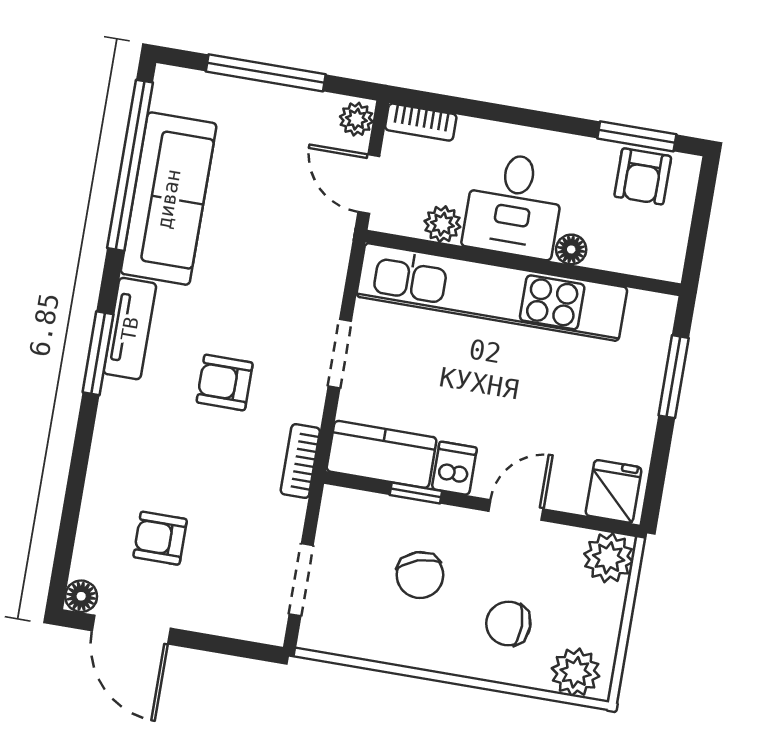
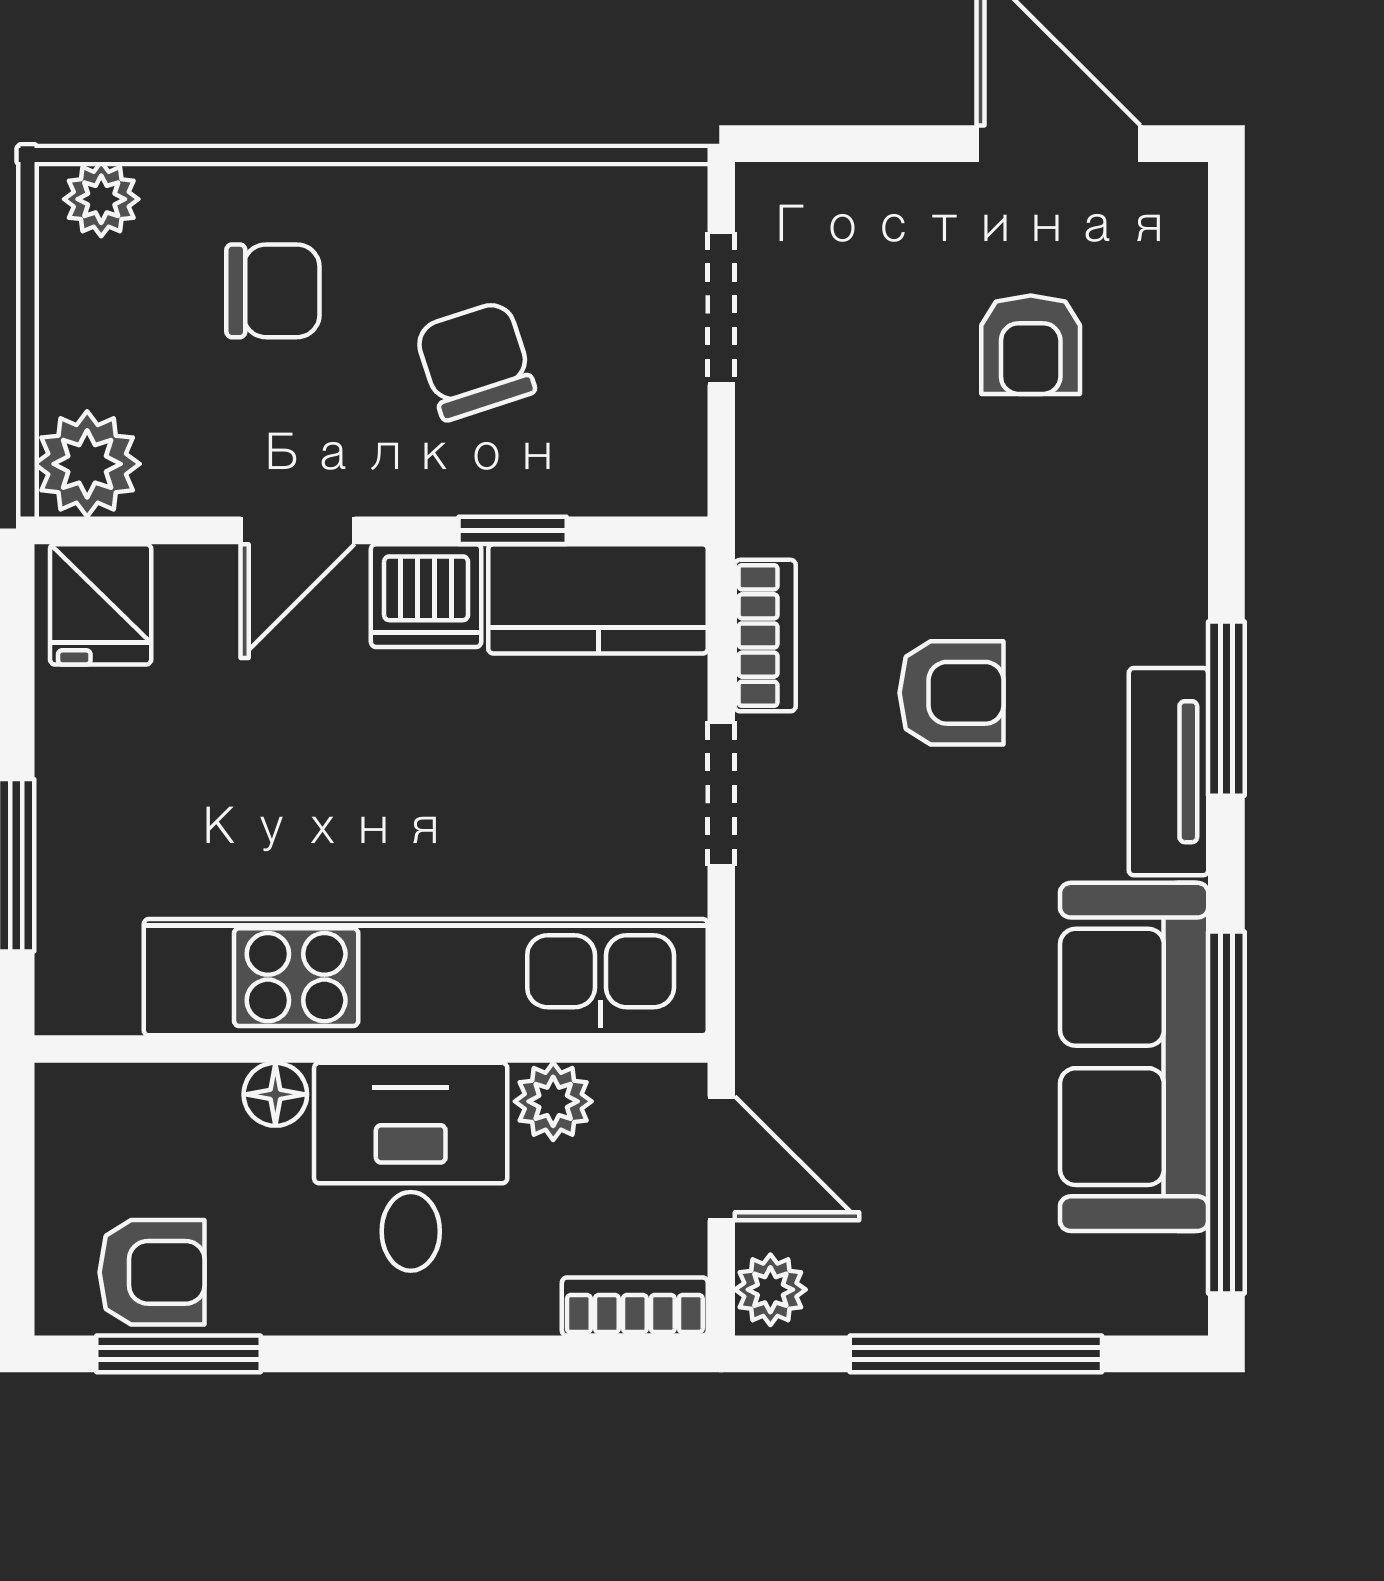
armchair: (643, 176) -> (152, 1272), turned 90
bookcase: (300, 461) -> (765, 636), moved
dishwasher: (454, 468) -> (426, 596), width x1.38
armchair: (160, 538) -> (1031, 345), turned 90
floor lamp: (81, 596) -> (1175, 195), removed
plant: (576, 672) -> (101, 199), width x0.73, depth x0.73

